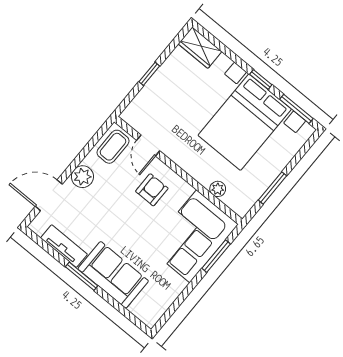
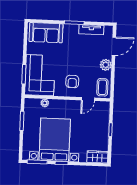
door: (148, 145) -> (88, 99), swing flipped
sofa: (113, 275) -> (46, 33), moved

